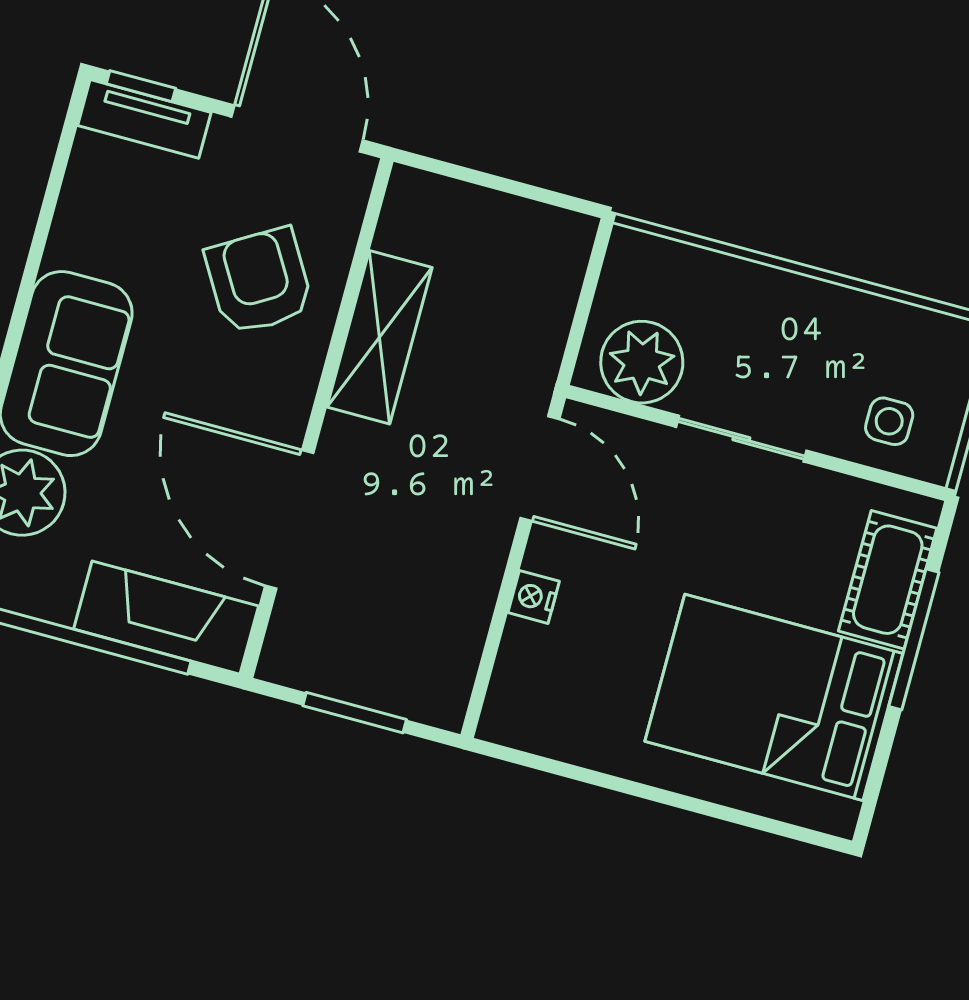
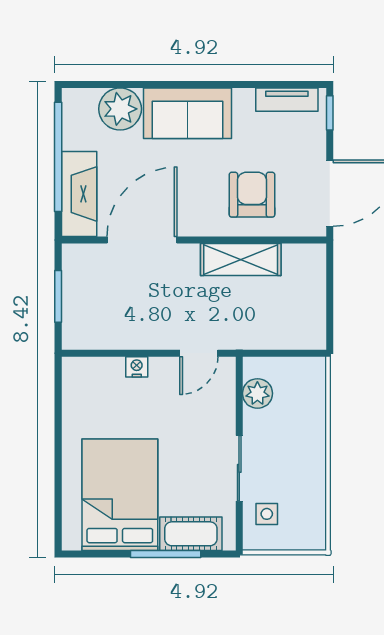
tv unit: (144, 119) -> (287, 100), moved, turned -90
armchair: (259, 281) -> (252, 195), turned -59
plant: (642, 362) -> (257, 393), width x0.73, depth x0.73
sliding door: (741, 439) -> (239, 468), moved
door: (540, 469) -> (199, 353), width x0.73

